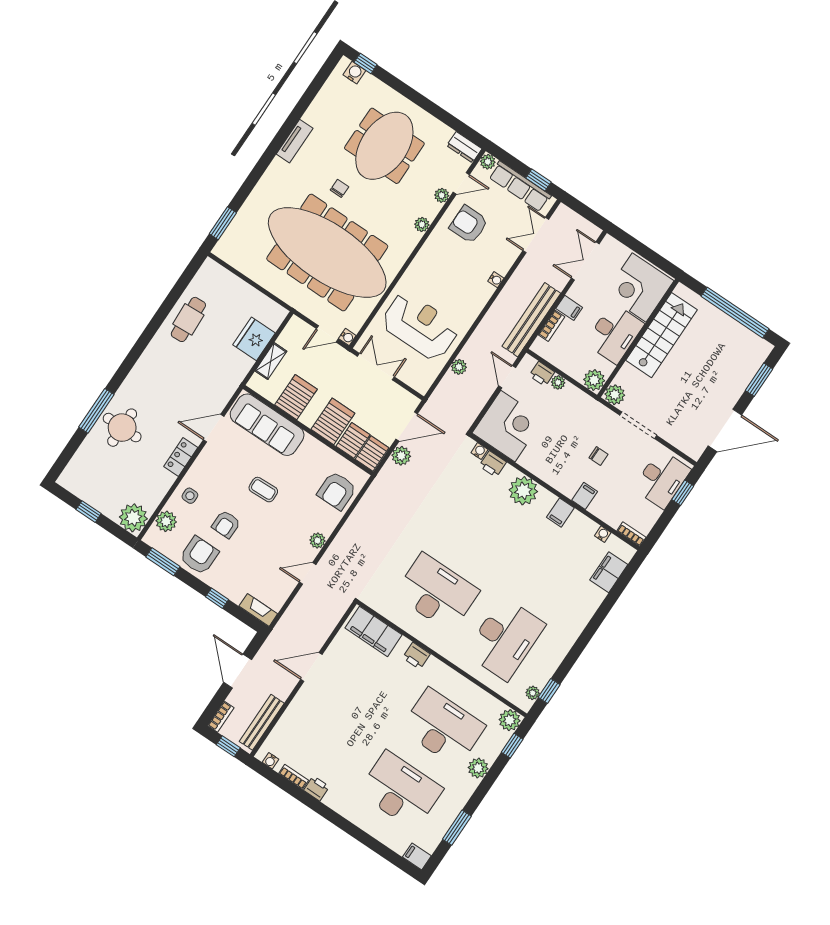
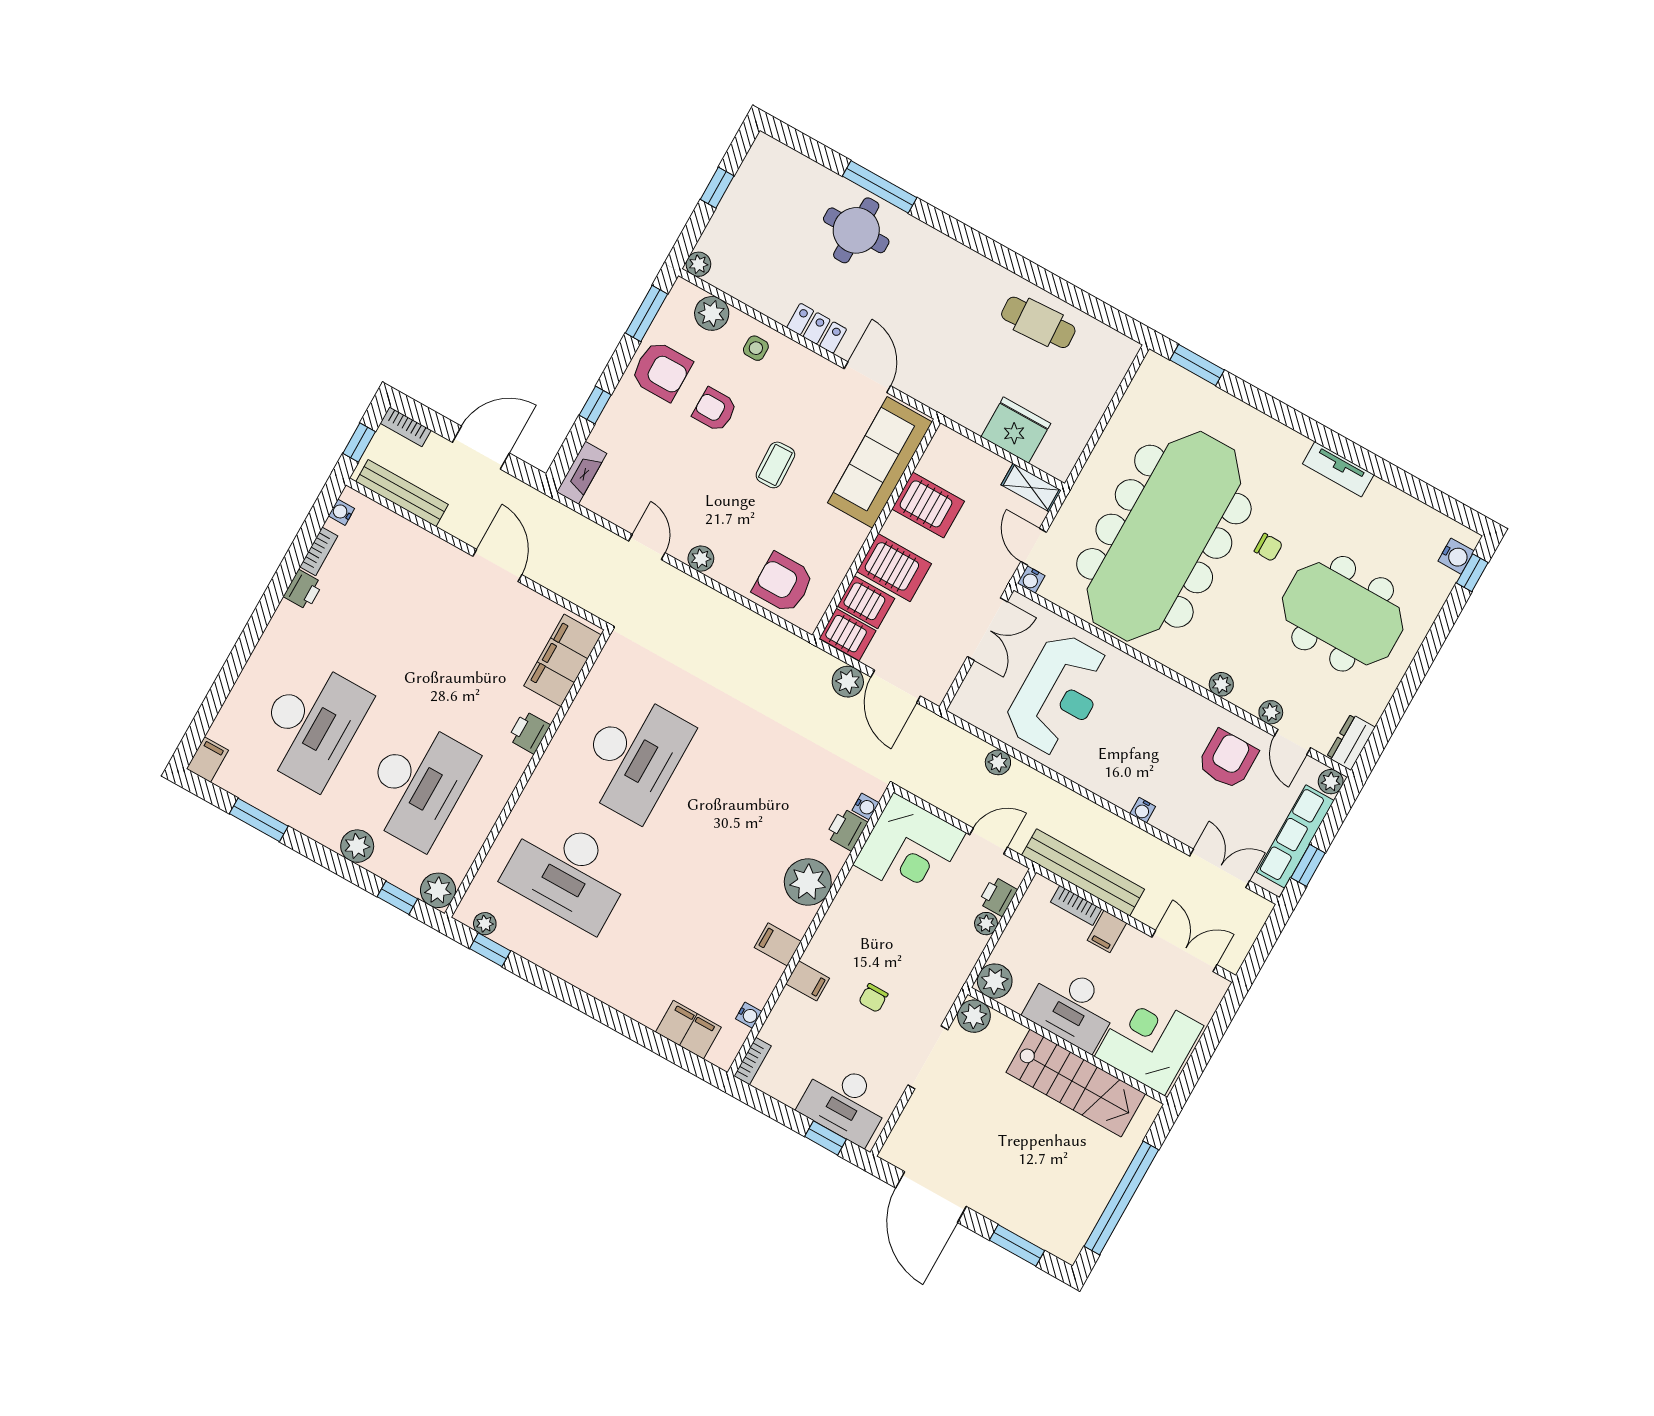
shelving: (271, 361) -> (1031, 487), moved
plant: (133, 518) -> (698, 264), width x0.53, depth x0.53

